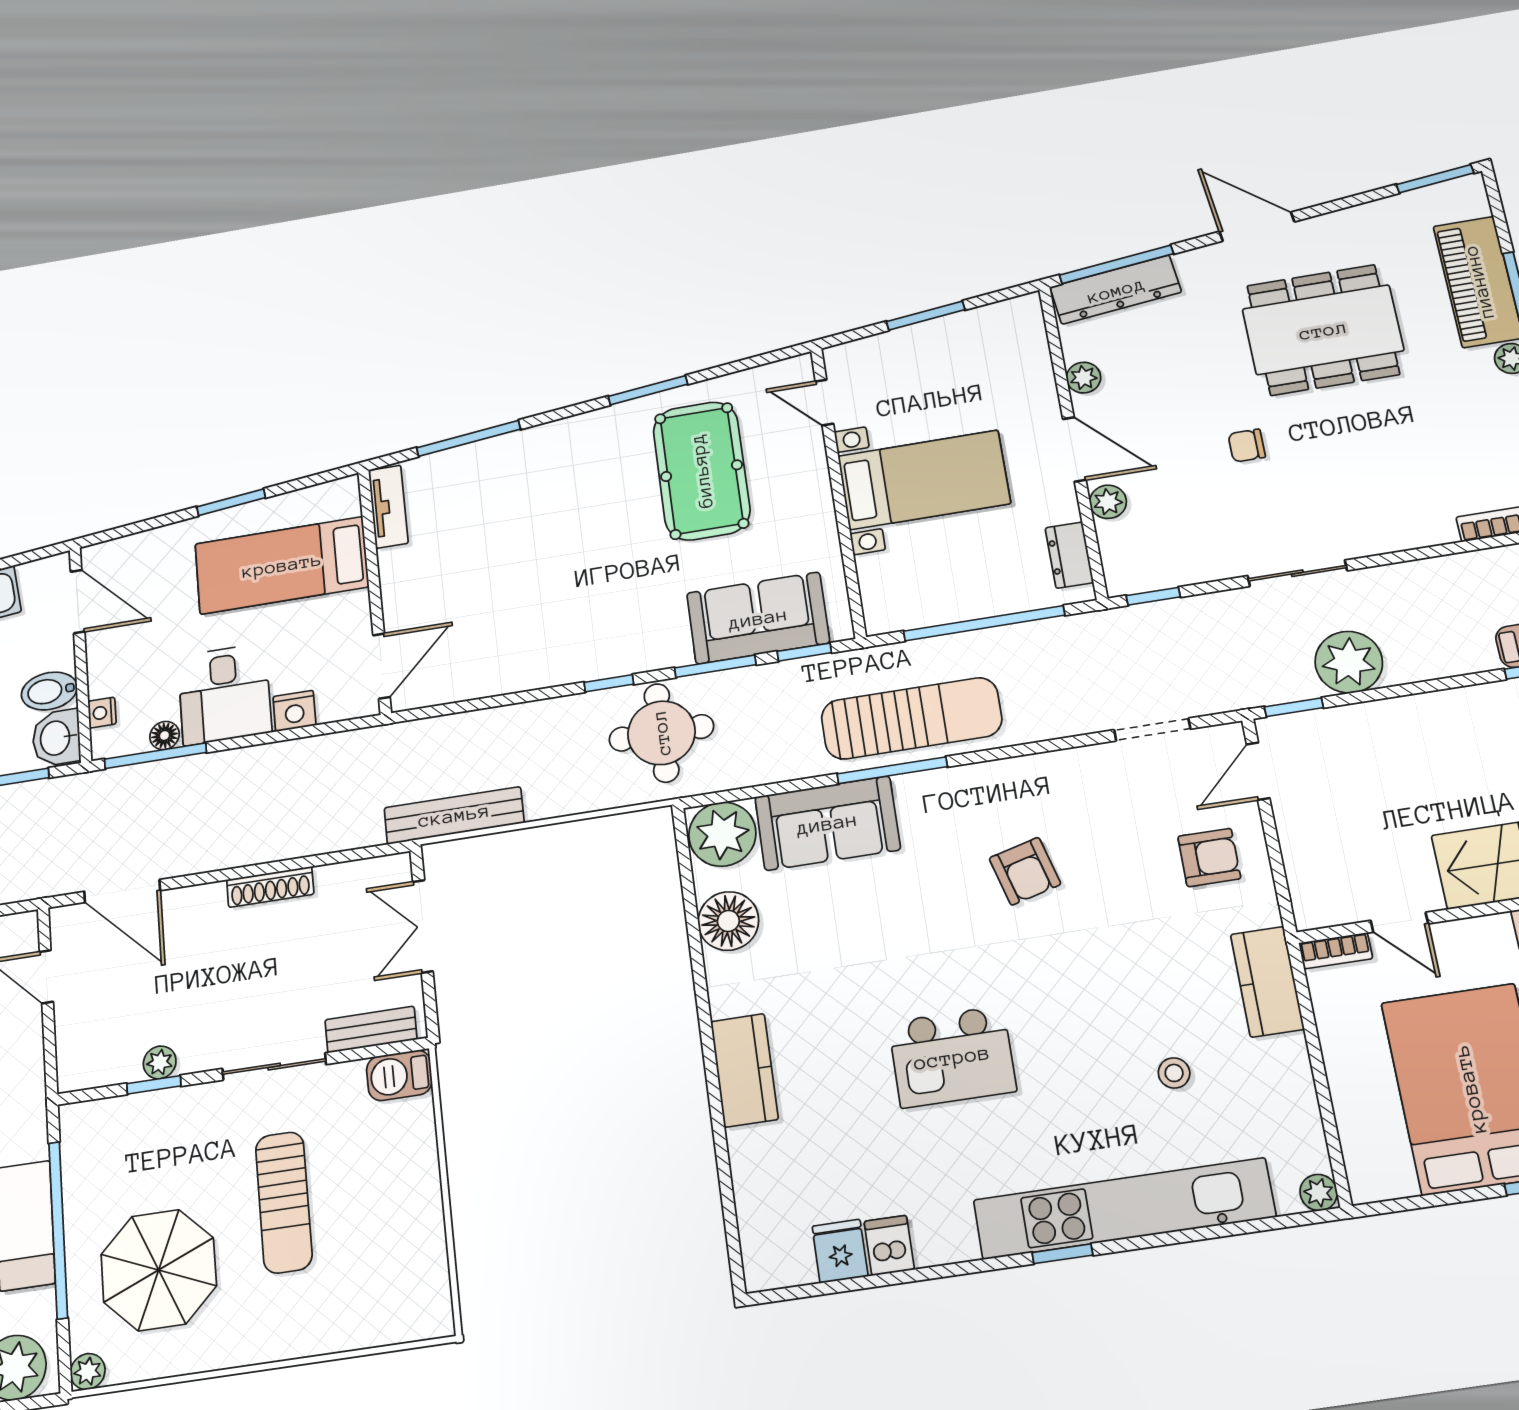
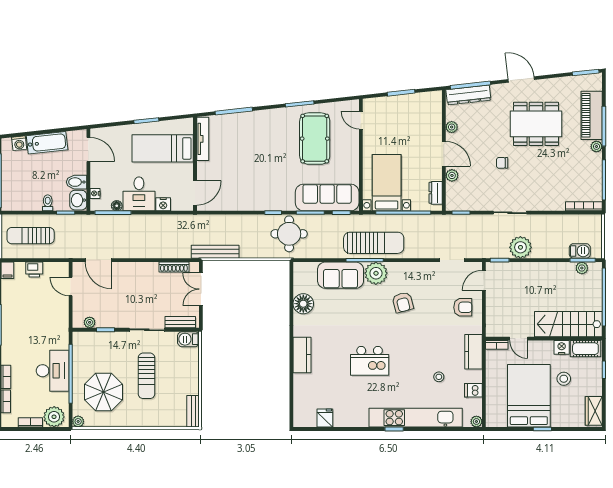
bed with nightstands: (924, 480) -> (387, 183), moved, turned -90
tv unit: (388, 507) -> (203, 139), width x1.41
sofa: (758, 618) -> (327, 197), width x1.36
plant: (722, 834) -> (376, 273), moved
shoe rack: (270, 887) -> (174, 267), moved
plant: (160, 1062) -> (90, 322), moved
dishwasher: (889, 1245) -> (473, 390), moved, turned -90
bench: (433, 1289) -> (193, 411), added

